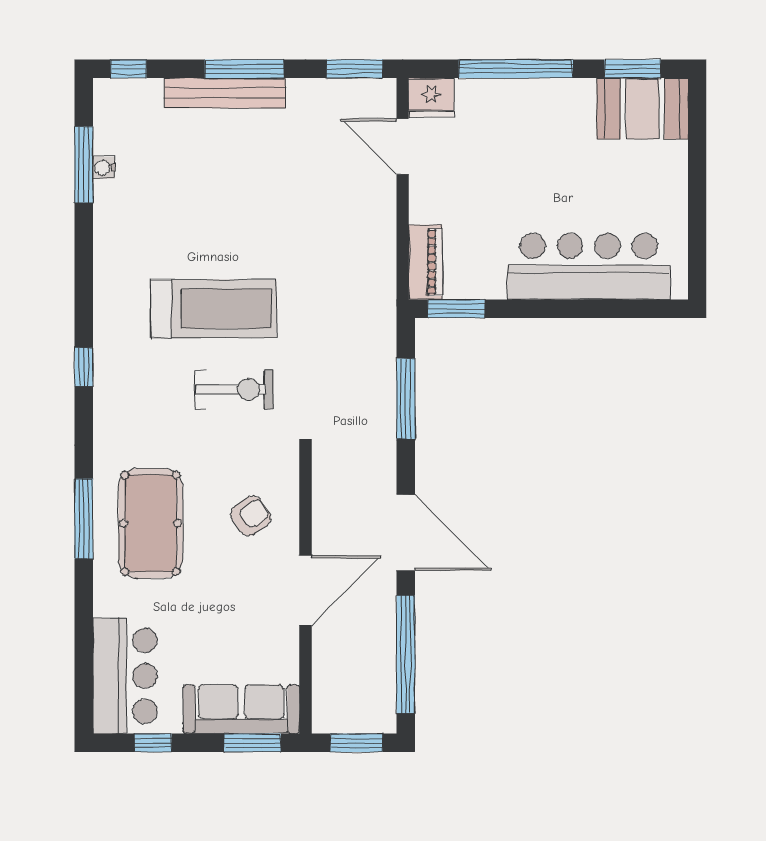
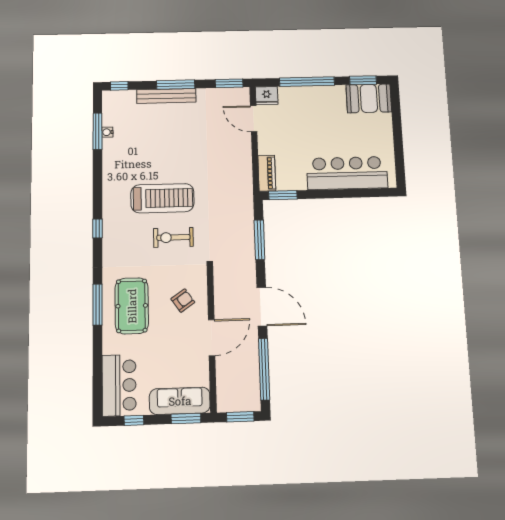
exercise bike: (234, 389) -> (173, 237), turned 180

